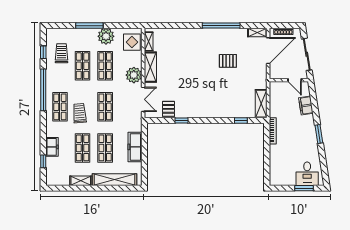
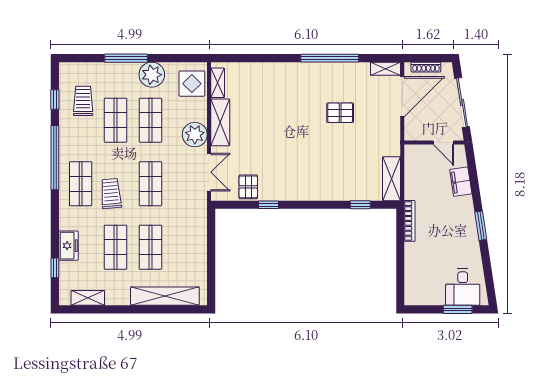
freezer: (135, 147) -> (196, 246), removed
shelving: (81, 181) -> (88, 298), moved

